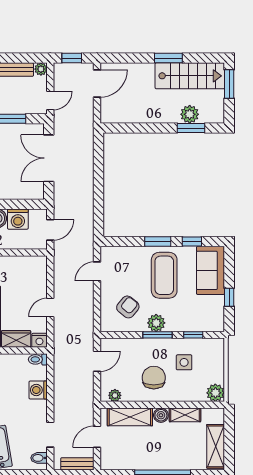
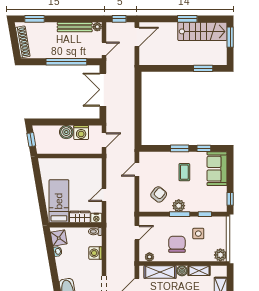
plant: (190, 114) -> (202, 59), removed
coffee table: (164, 275) -> (184, 172), width x0.54, depth x0.58
window: (229, 297) -> (230, 199), moved

